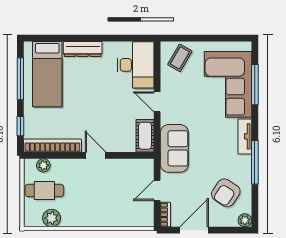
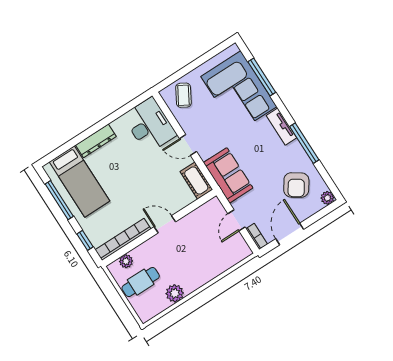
plant: (52, 218) -> (175, 293), moved

